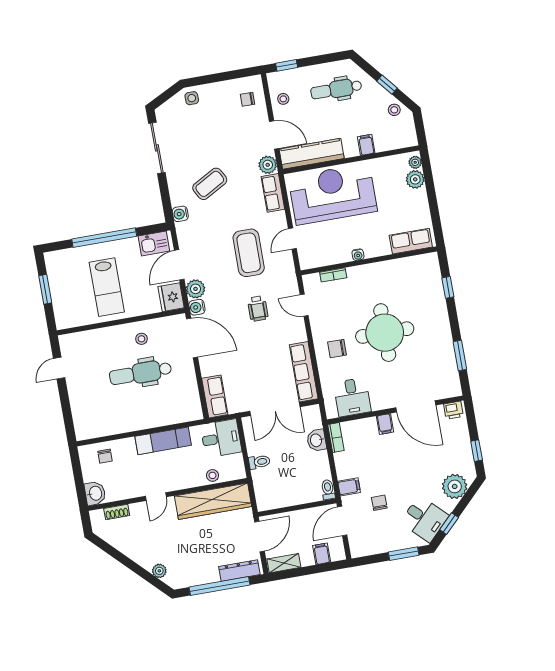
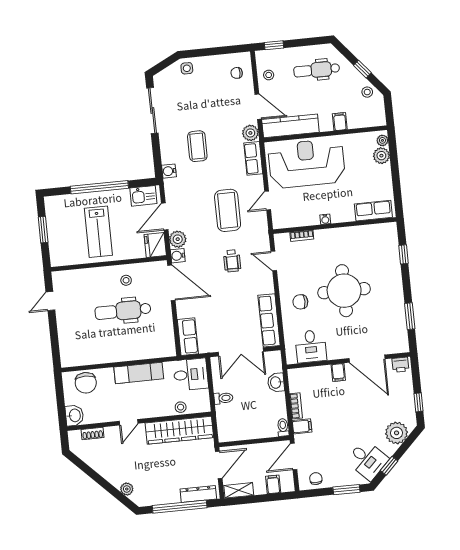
coffee table: (210, 184) -> (197, 146), turned -61
bookcase: (336, 438) -> (296, 406), moved
chair: (105, 456) -> (86, 383), width x1.87, depth x1.87
chair: (379, 503) -> (316, 479), moved

